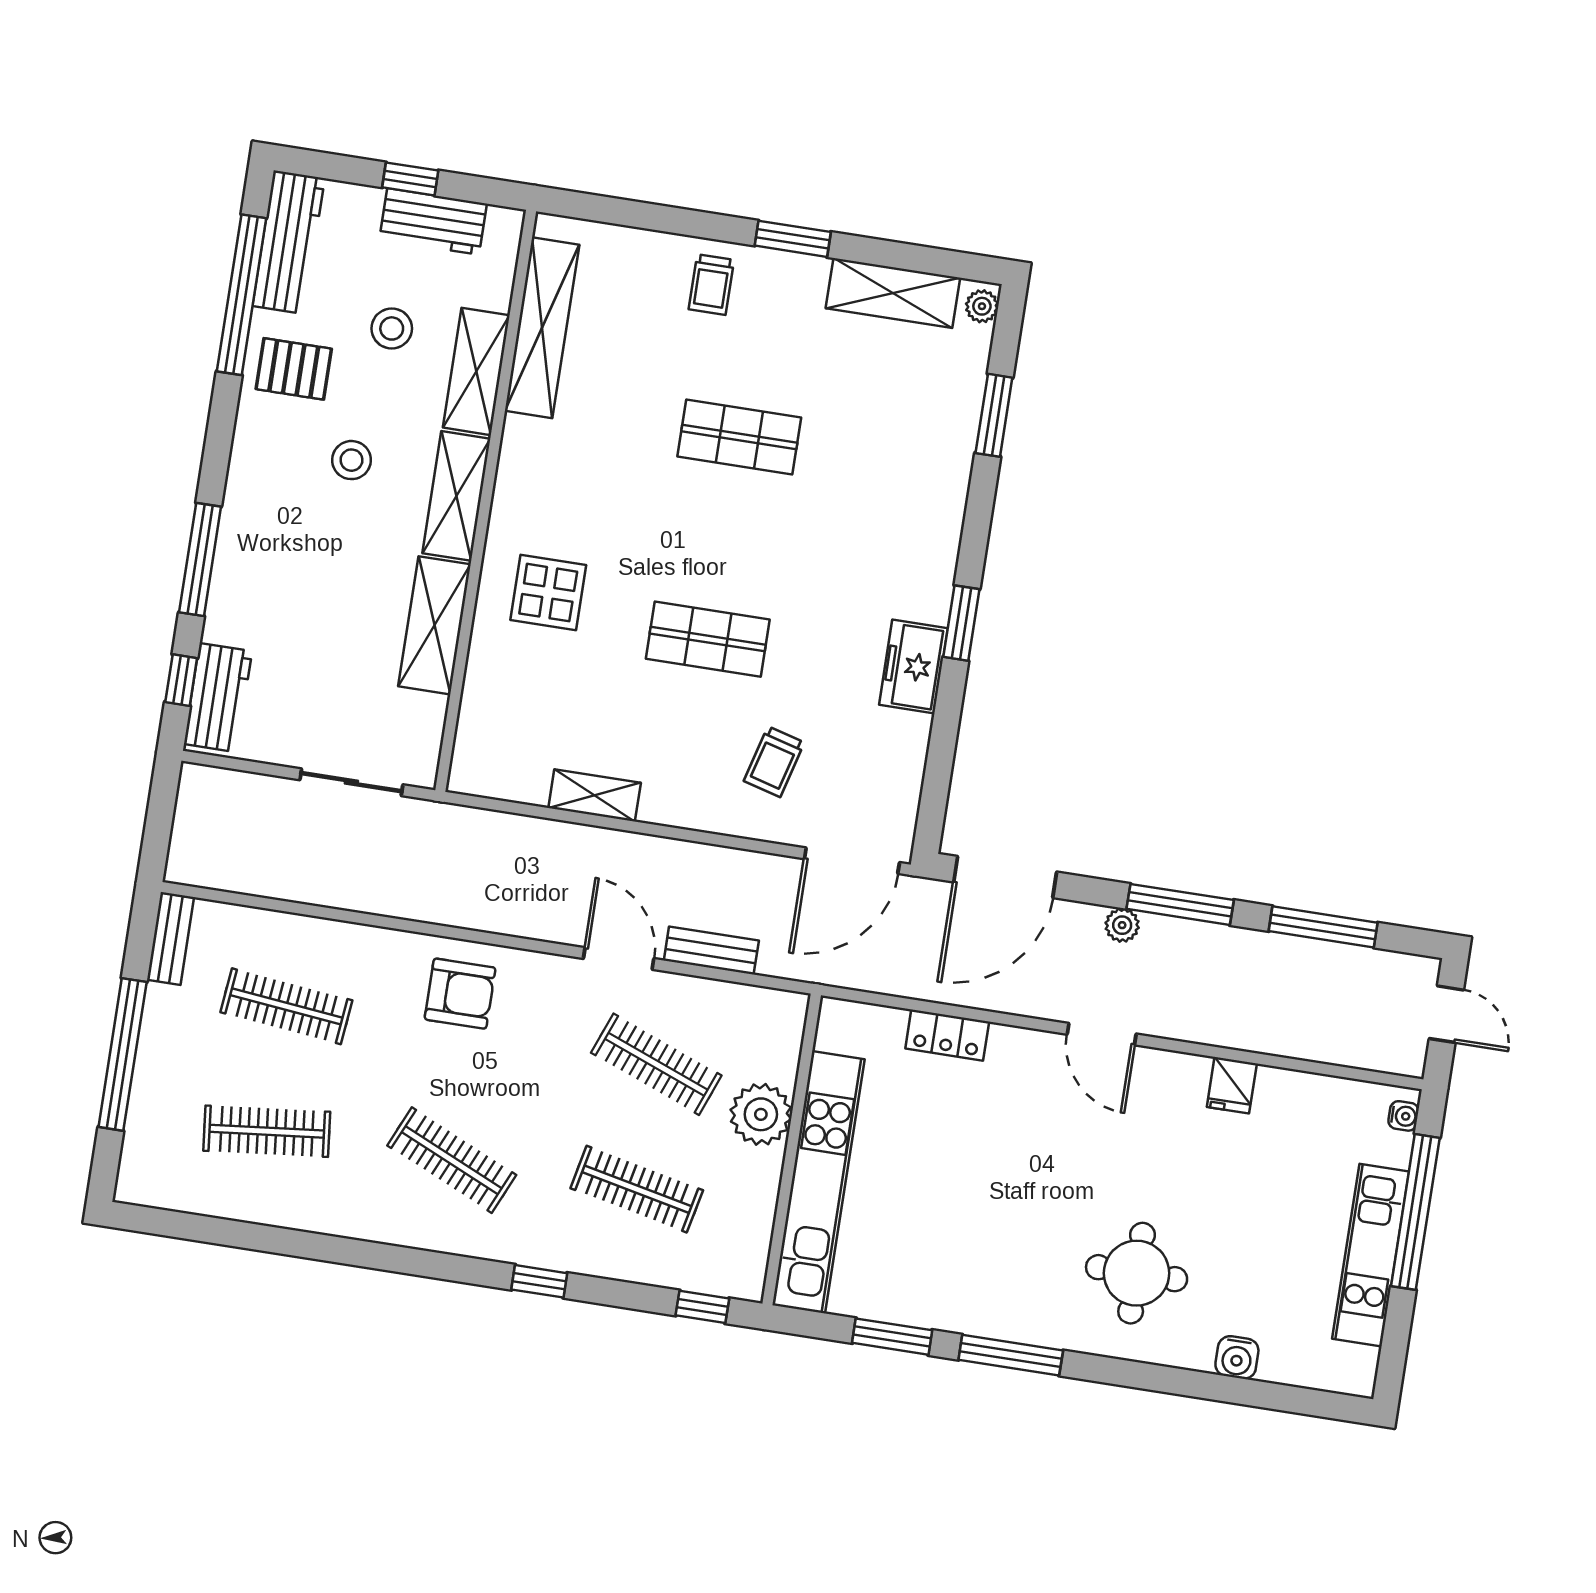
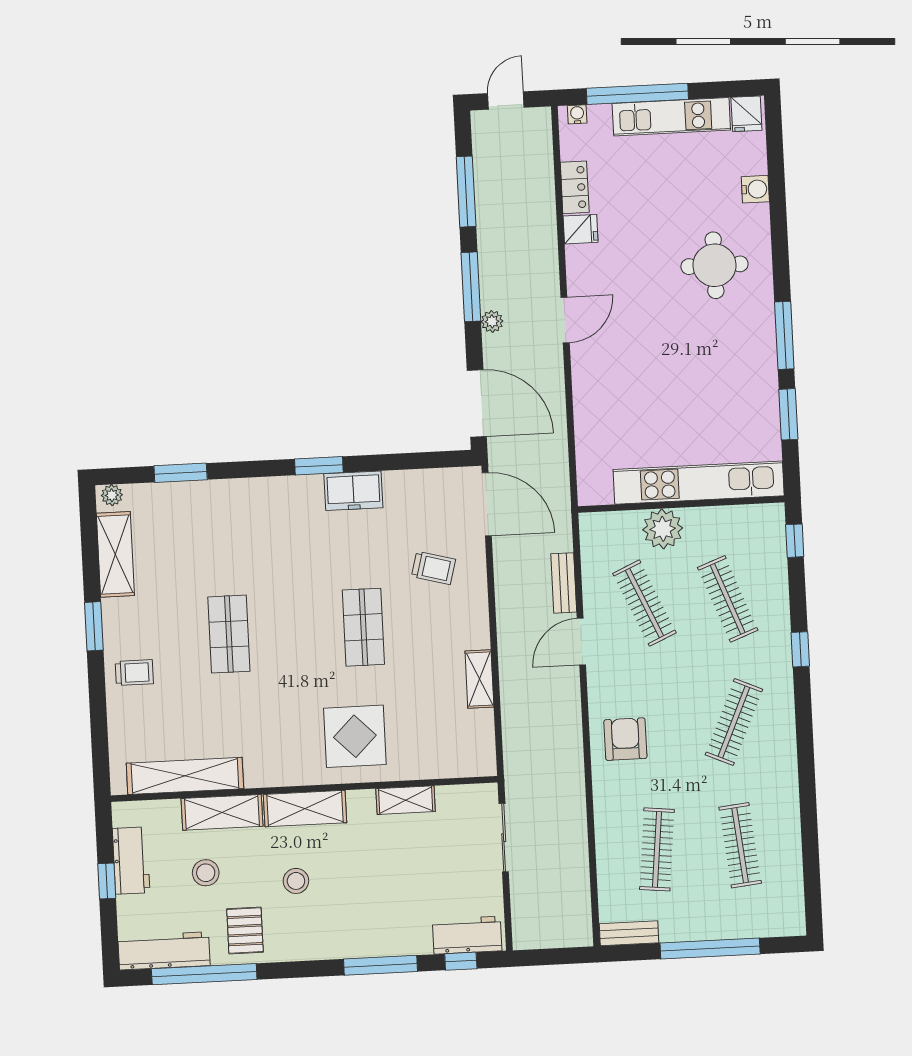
display table: (548, 593) -> (355, 736), width x1.36, depth x1.36
shelving: (434, 625) -> (406, 800), width x0.67, depth x0.75
locker: (947, 1035) -> (575, 187), moved
clothes rail: (656, 1064) -> (644, 603), turned -45
clothes rail: (637, 1189) -> (728, 599), turned -33
fridge: (1352, 1368) -> (746, 114), added

